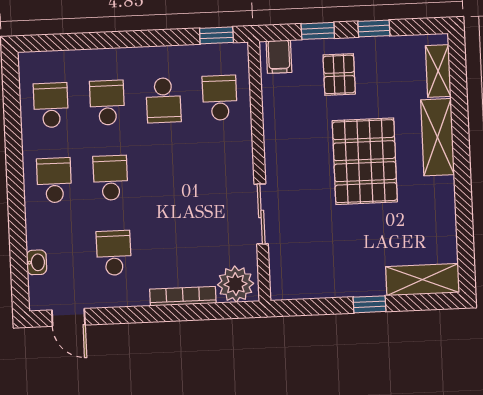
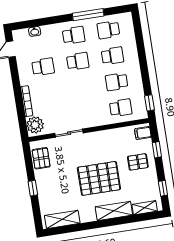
window: (374, 29) -> (163, 188), moved
school desk: (51, 105) -> (108, 30), turned 180
window: (14, 144) -> (88, 15), added
pallet: (308, 279) -> (41, 158), added
shelving: (423, 280) -> (62, 219), moved, turned 90

